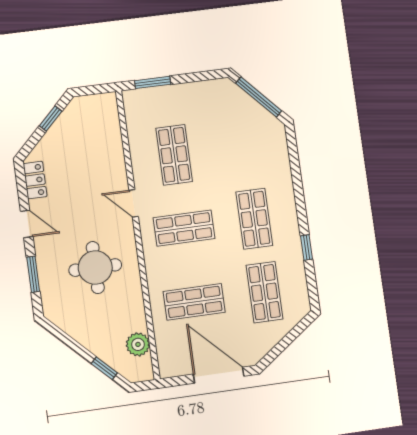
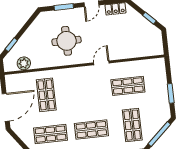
window: (153, 82) -> (171, 93), moved
shop shelf: (184, 228) -> (132, 125), moved

